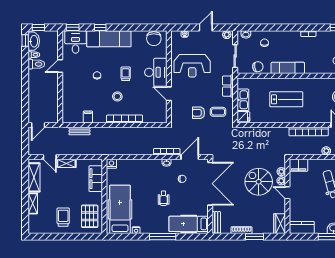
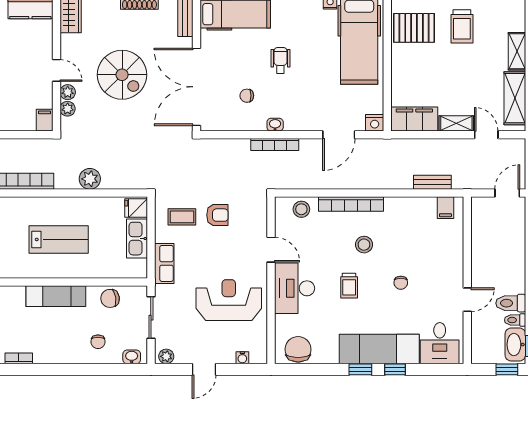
window: (73, 27) -> (360, 369), moved
lab bench: (286, 99) -> (59, 239), turned 180
stool: (152, 116) -> (301, 209), added
filing cabinet: (88, 117) -> (445, 208), moved
plant: (269, 133) -> (90, 179), added
door: (190, 157) -> (339, 135), moved
filing cabinet: (299, 165) -> (45, 120), width x0.50
filing cabinet: (96, 179) -> (414, 119), moved, turned -90
spiral stairs: (259, 182) -> (122, 75), moved
pallet: (90, 216) -> (414, 28), turned 90

